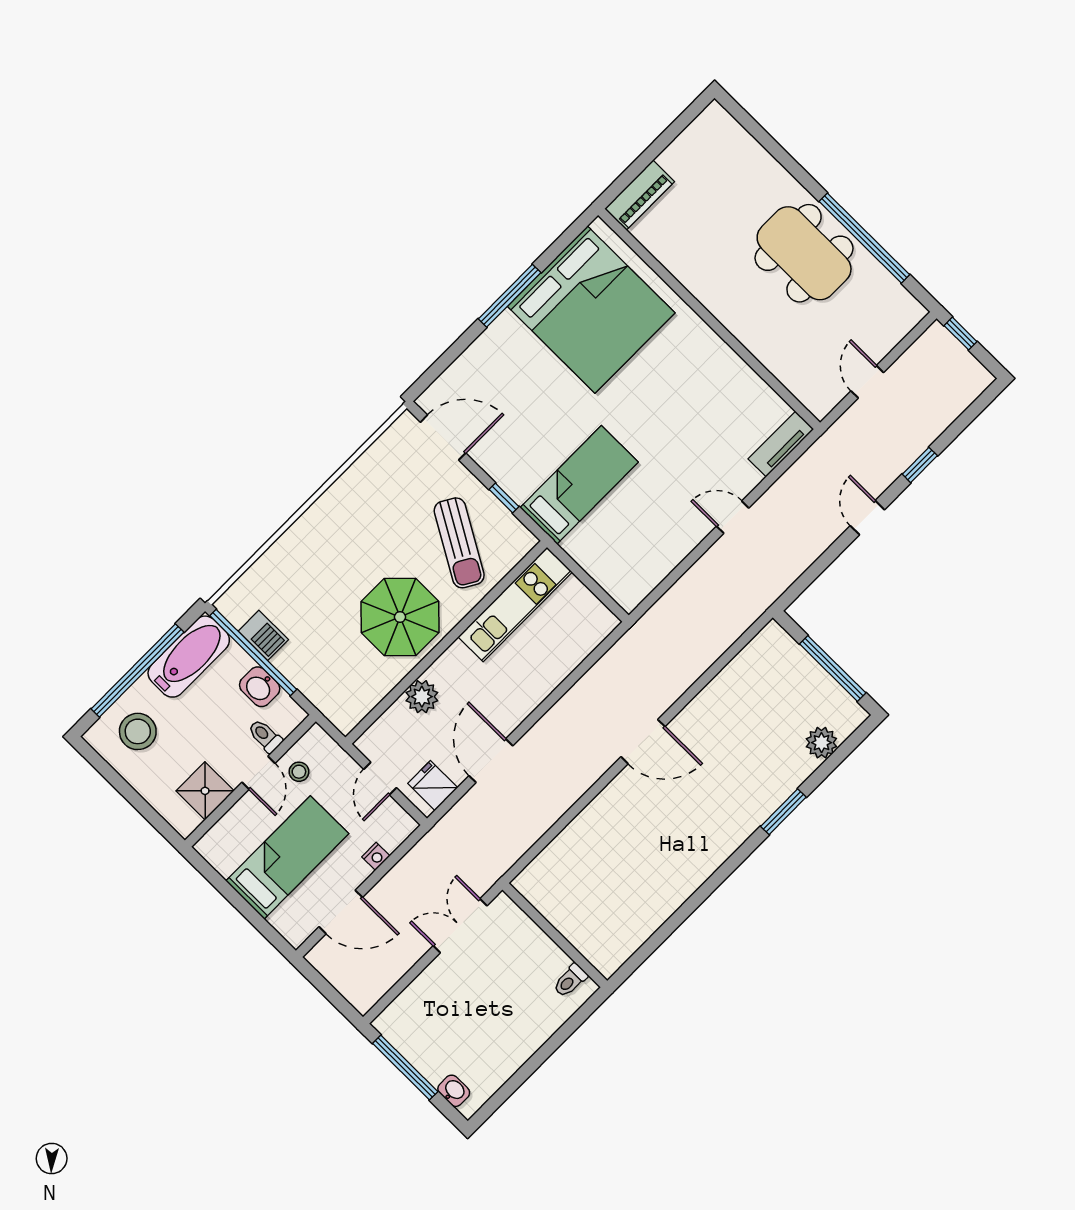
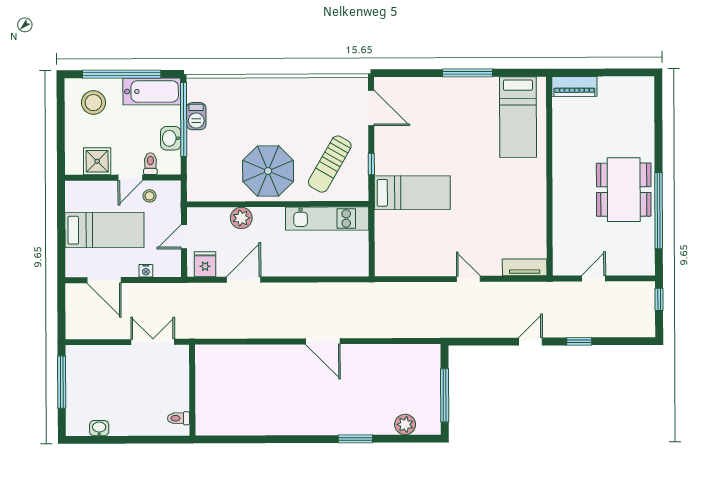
bed: (591, 310) -> (518, 117), width x0.49
washbasin: (454, 1091) -> (99, 428), moved, turned -90

